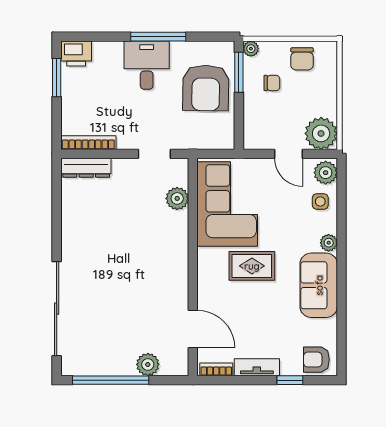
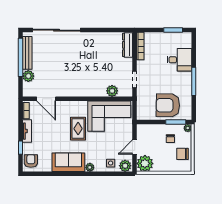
printer: (76, 53) -> (185, 40), removed
desk: (147, 65) -> (179, 60), moved
door: (193, 329) -> (46, 99), hinge flipped
bench: (102, 367) -> (27, 53), added

